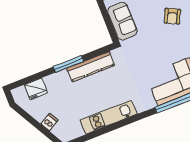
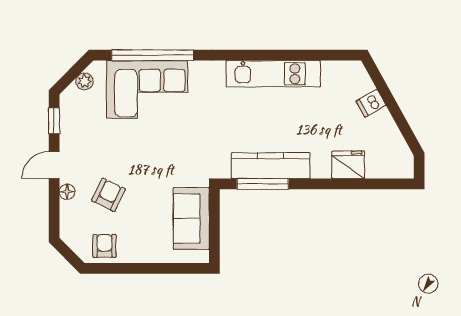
window: (69, 64) -> (263, 184), moved
fridge: (36, 89) -> (348, 165), moved

